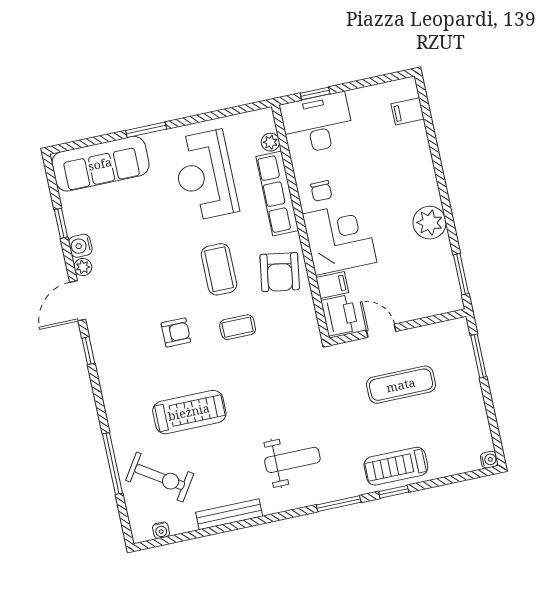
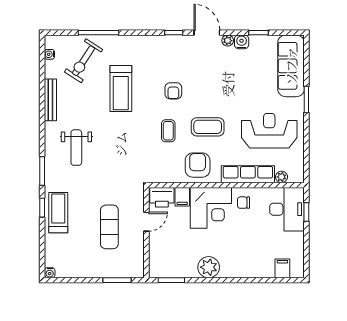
armchair: (280, 272) -> (198, 165), turned 81

